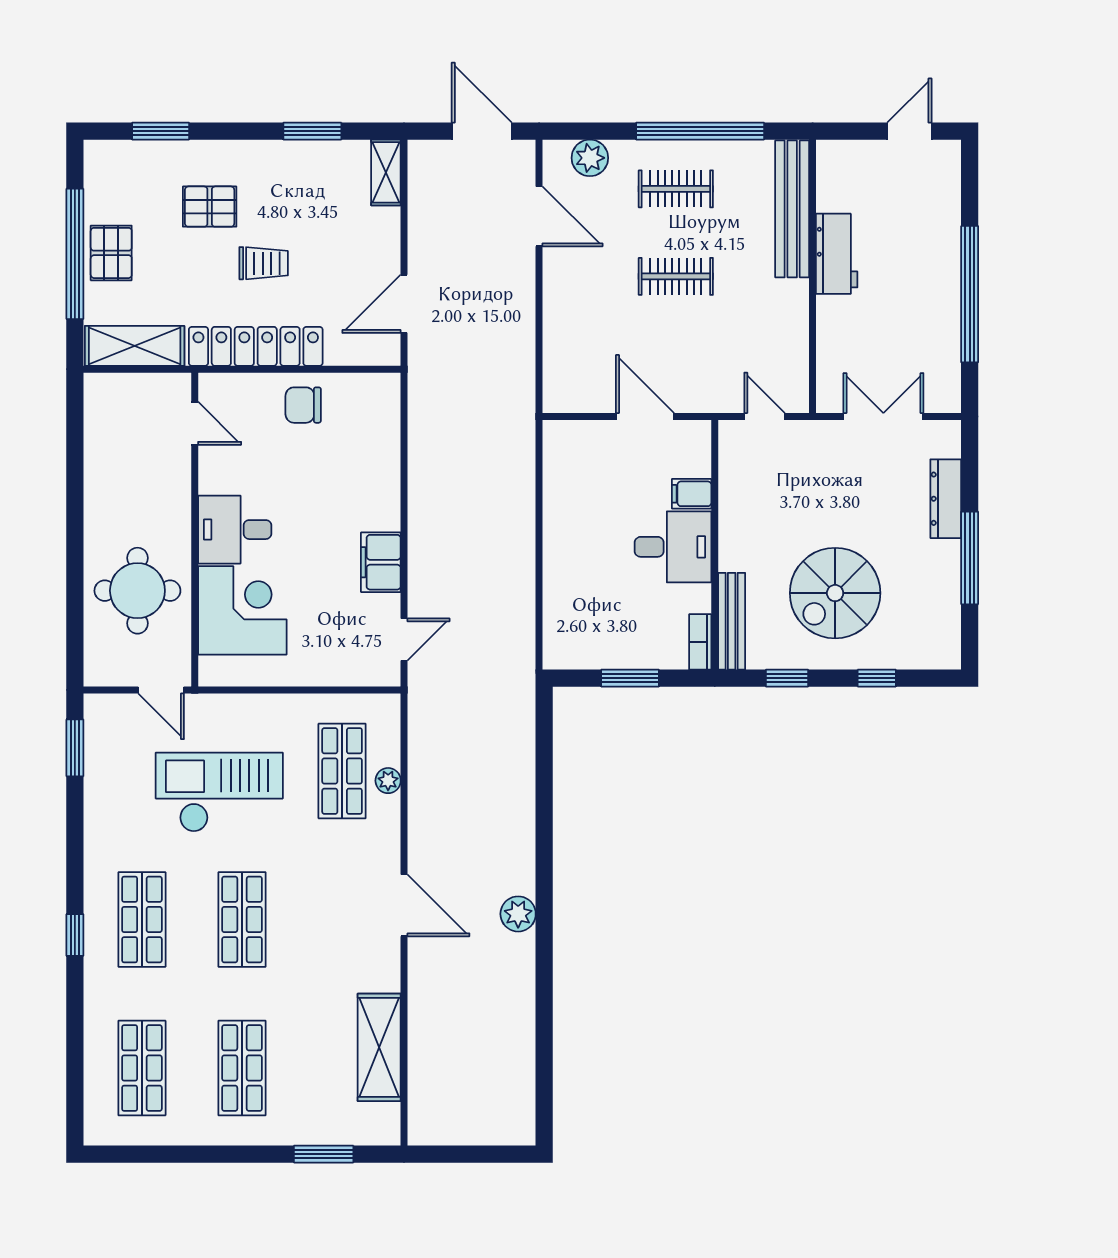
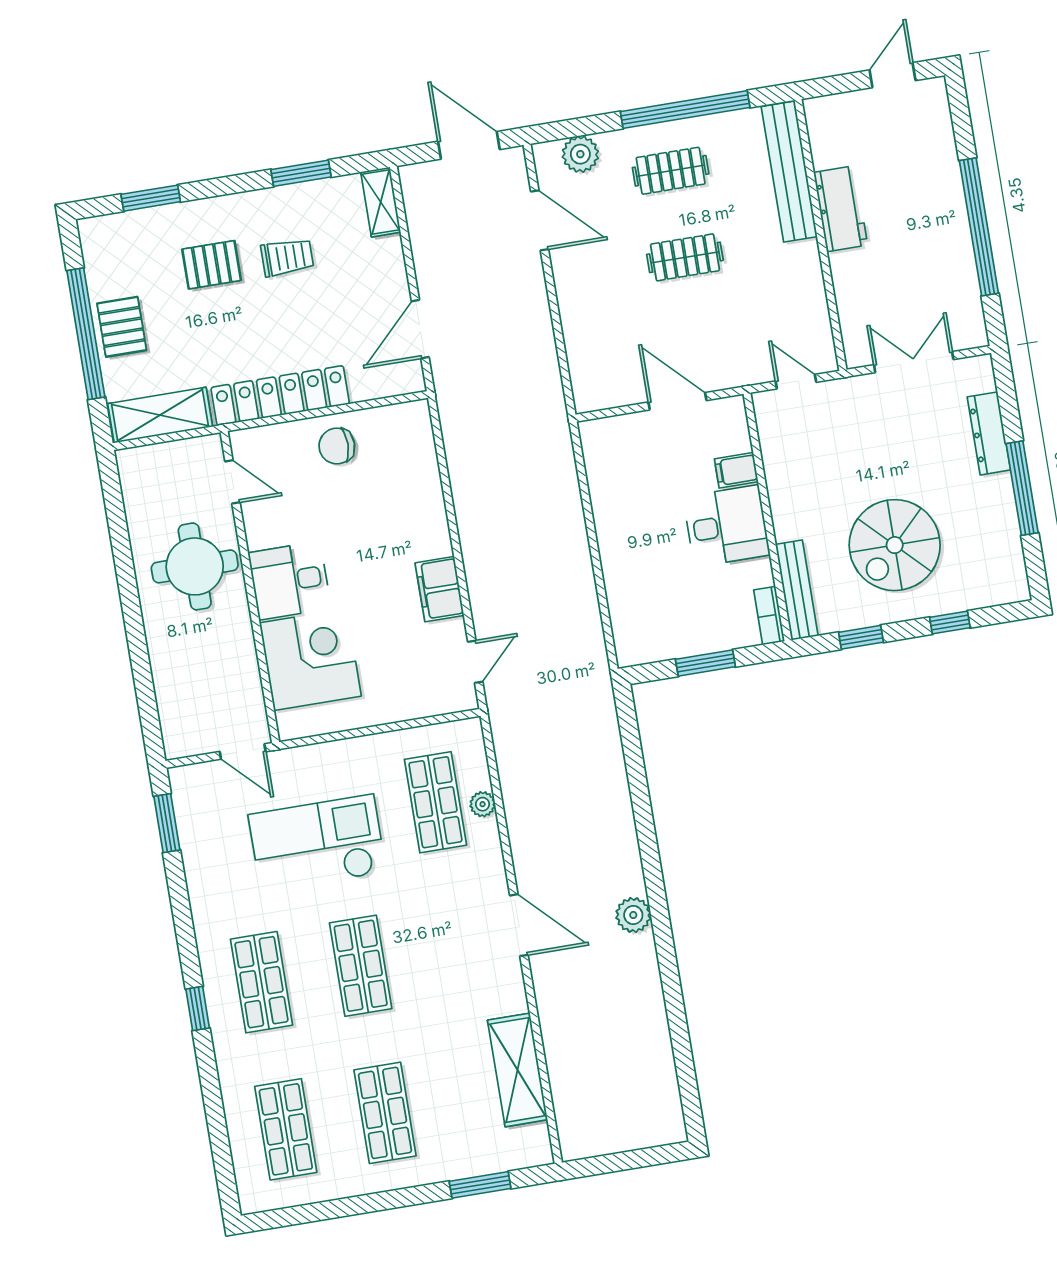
trolley: (264, 263) -> (287, 257), moved
round table: (137, 591) -> (195, 566), moved

